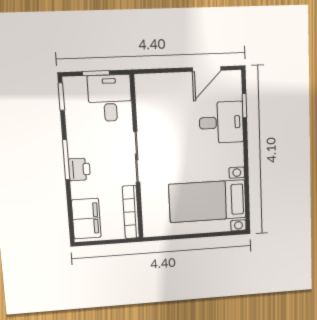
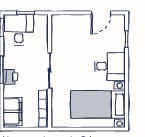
desk: (110, 98) -> (19, 30), moved
desk: (221, 122) -> (110, 66), moved

